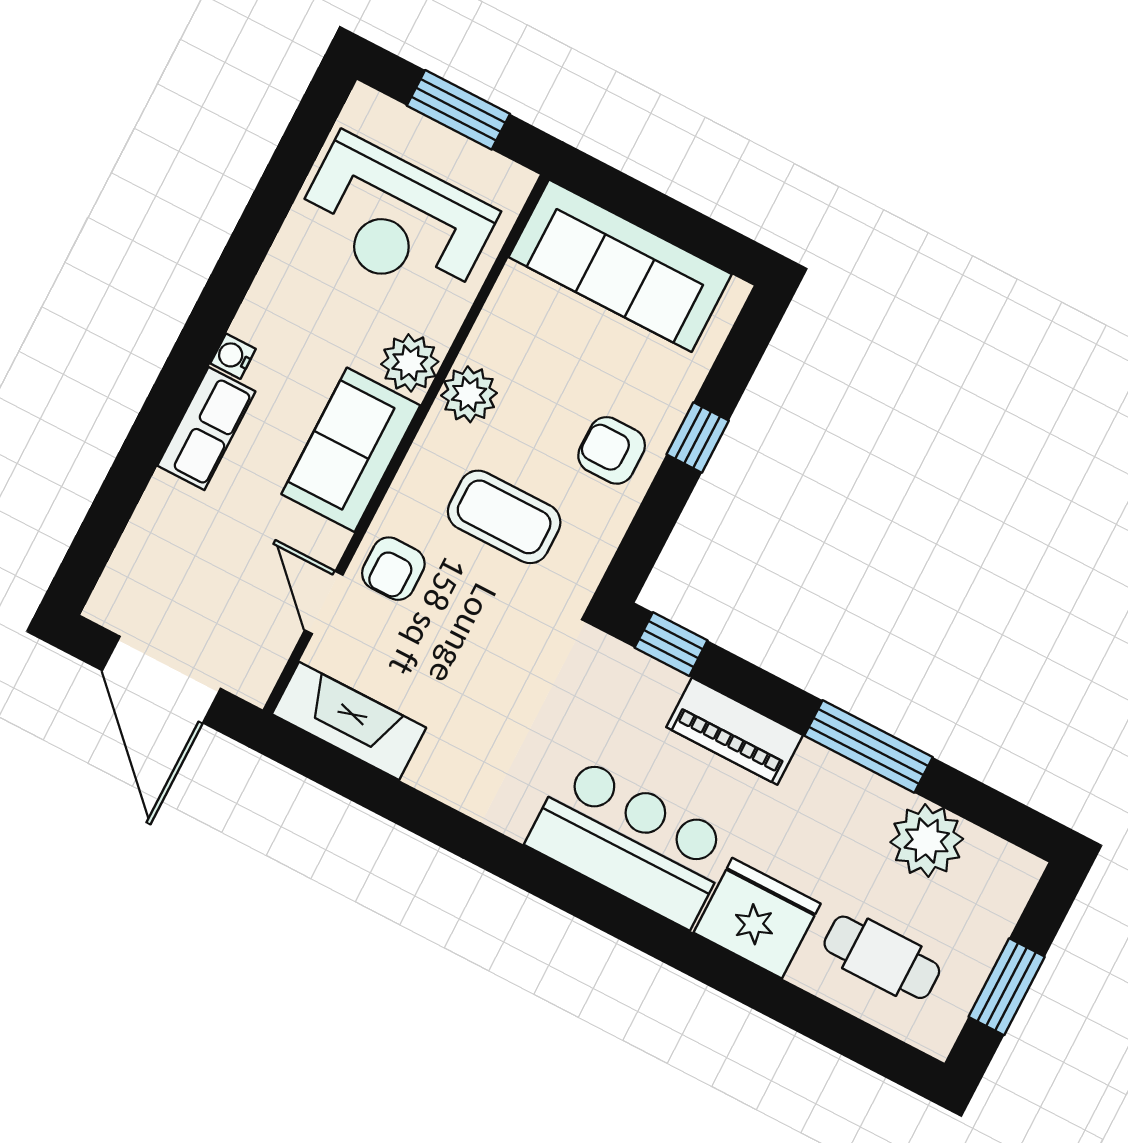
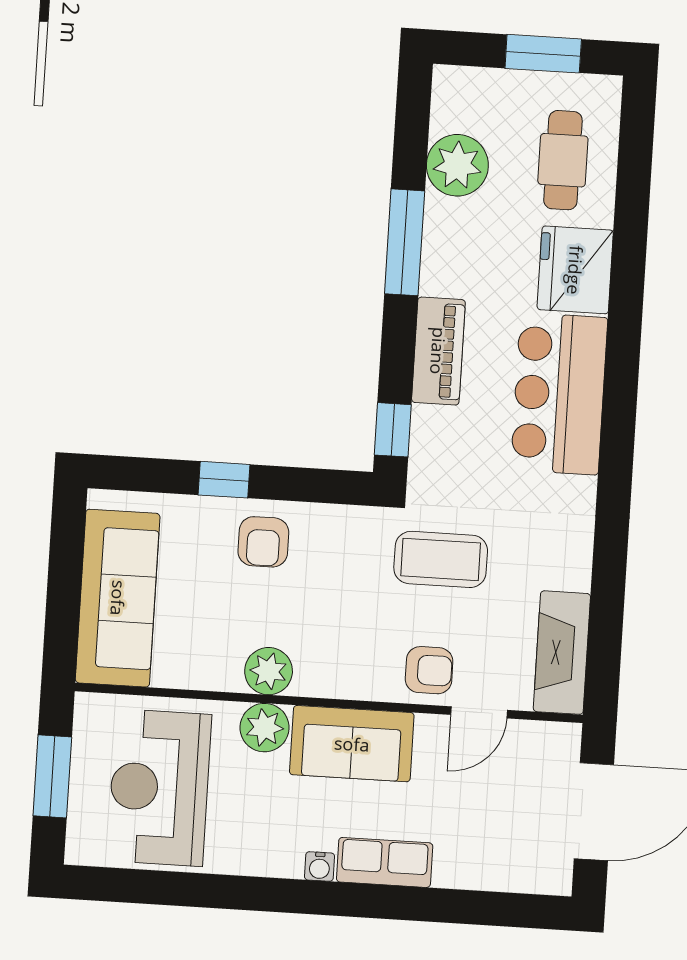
reception desk: (395, 220) -> (159, 788), turned 180
coffee table: (504, 517) -> (441, 559), moved, turned 90

